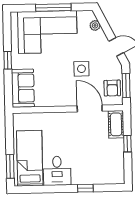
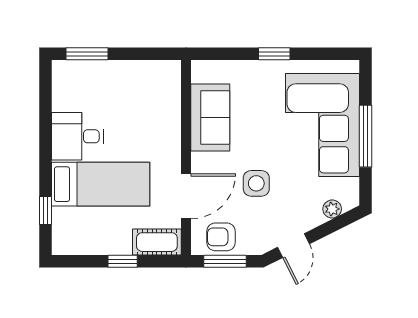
sofa: (23, 88) -> (210, 118), moved, turned -90
bed: (30, 158) -> (101, 184), moved
window: (85, 188) -> (46, 210), moved

